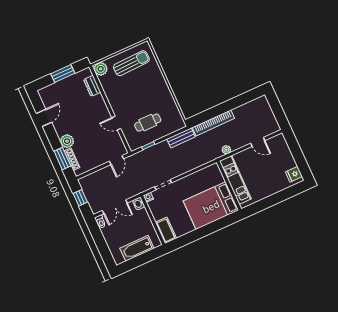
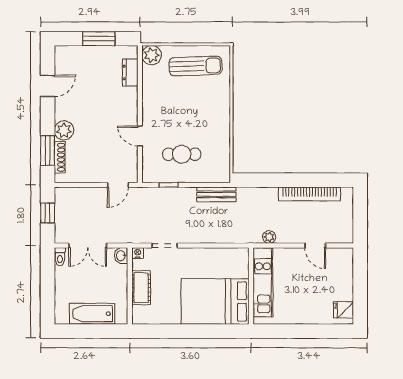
bookcase: (213, 123) -> (309, 194), moved
cot: (166, 230) -> (141, 288), moved

